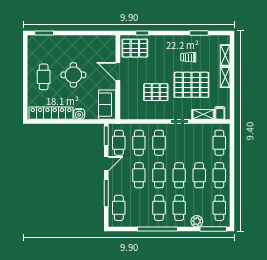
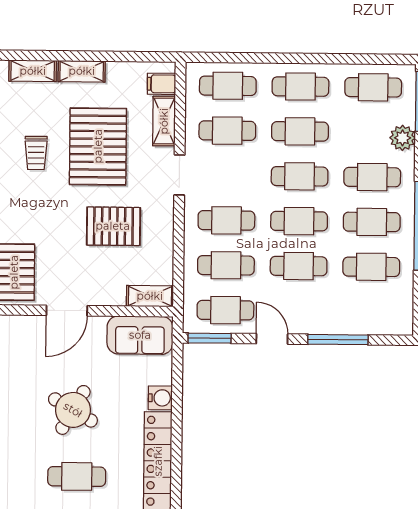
round table: (73, 75) -> (73, 410), turned 30
pallet: (156, 92) -> (113, 226), turned 90
shelving: (125, 109) -> (150, 296), added
cafe table: (199, 143) -> (227, 131), added
cafe table: (119, 208) -> (371, 267), moved

